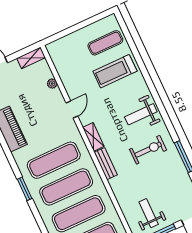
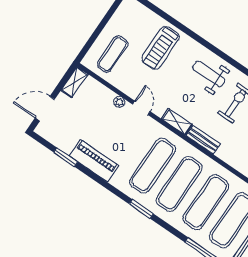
exercise mat: (105, 43) -> (113, 54), moved
plant: (52, 83) -> (119, 102), moved
weight bench: (141, 114) -> (209, 74), turned 90

